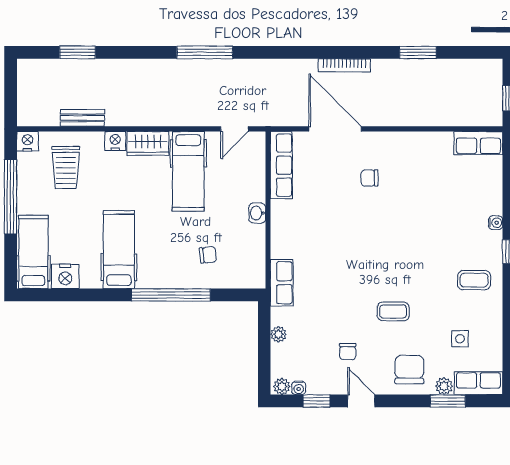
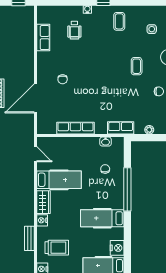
row of seats: (478, 143) -> (43, 38), moved
row of seats: (281, 165) -> (75, 128), moved
wheelchair: (458, 199) -> (74, 30), added
washbasin: (257, 213) -> (106, 142), moved

